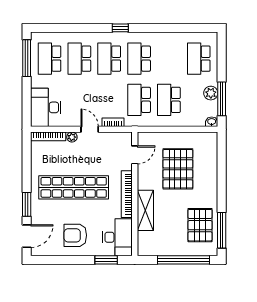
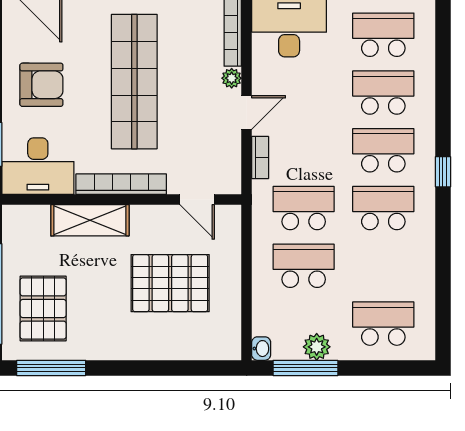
pallet: (200, 225) -> (43, 309), moved, turned 90
armchair: (75, 235) -> (41, 85), turned 90

